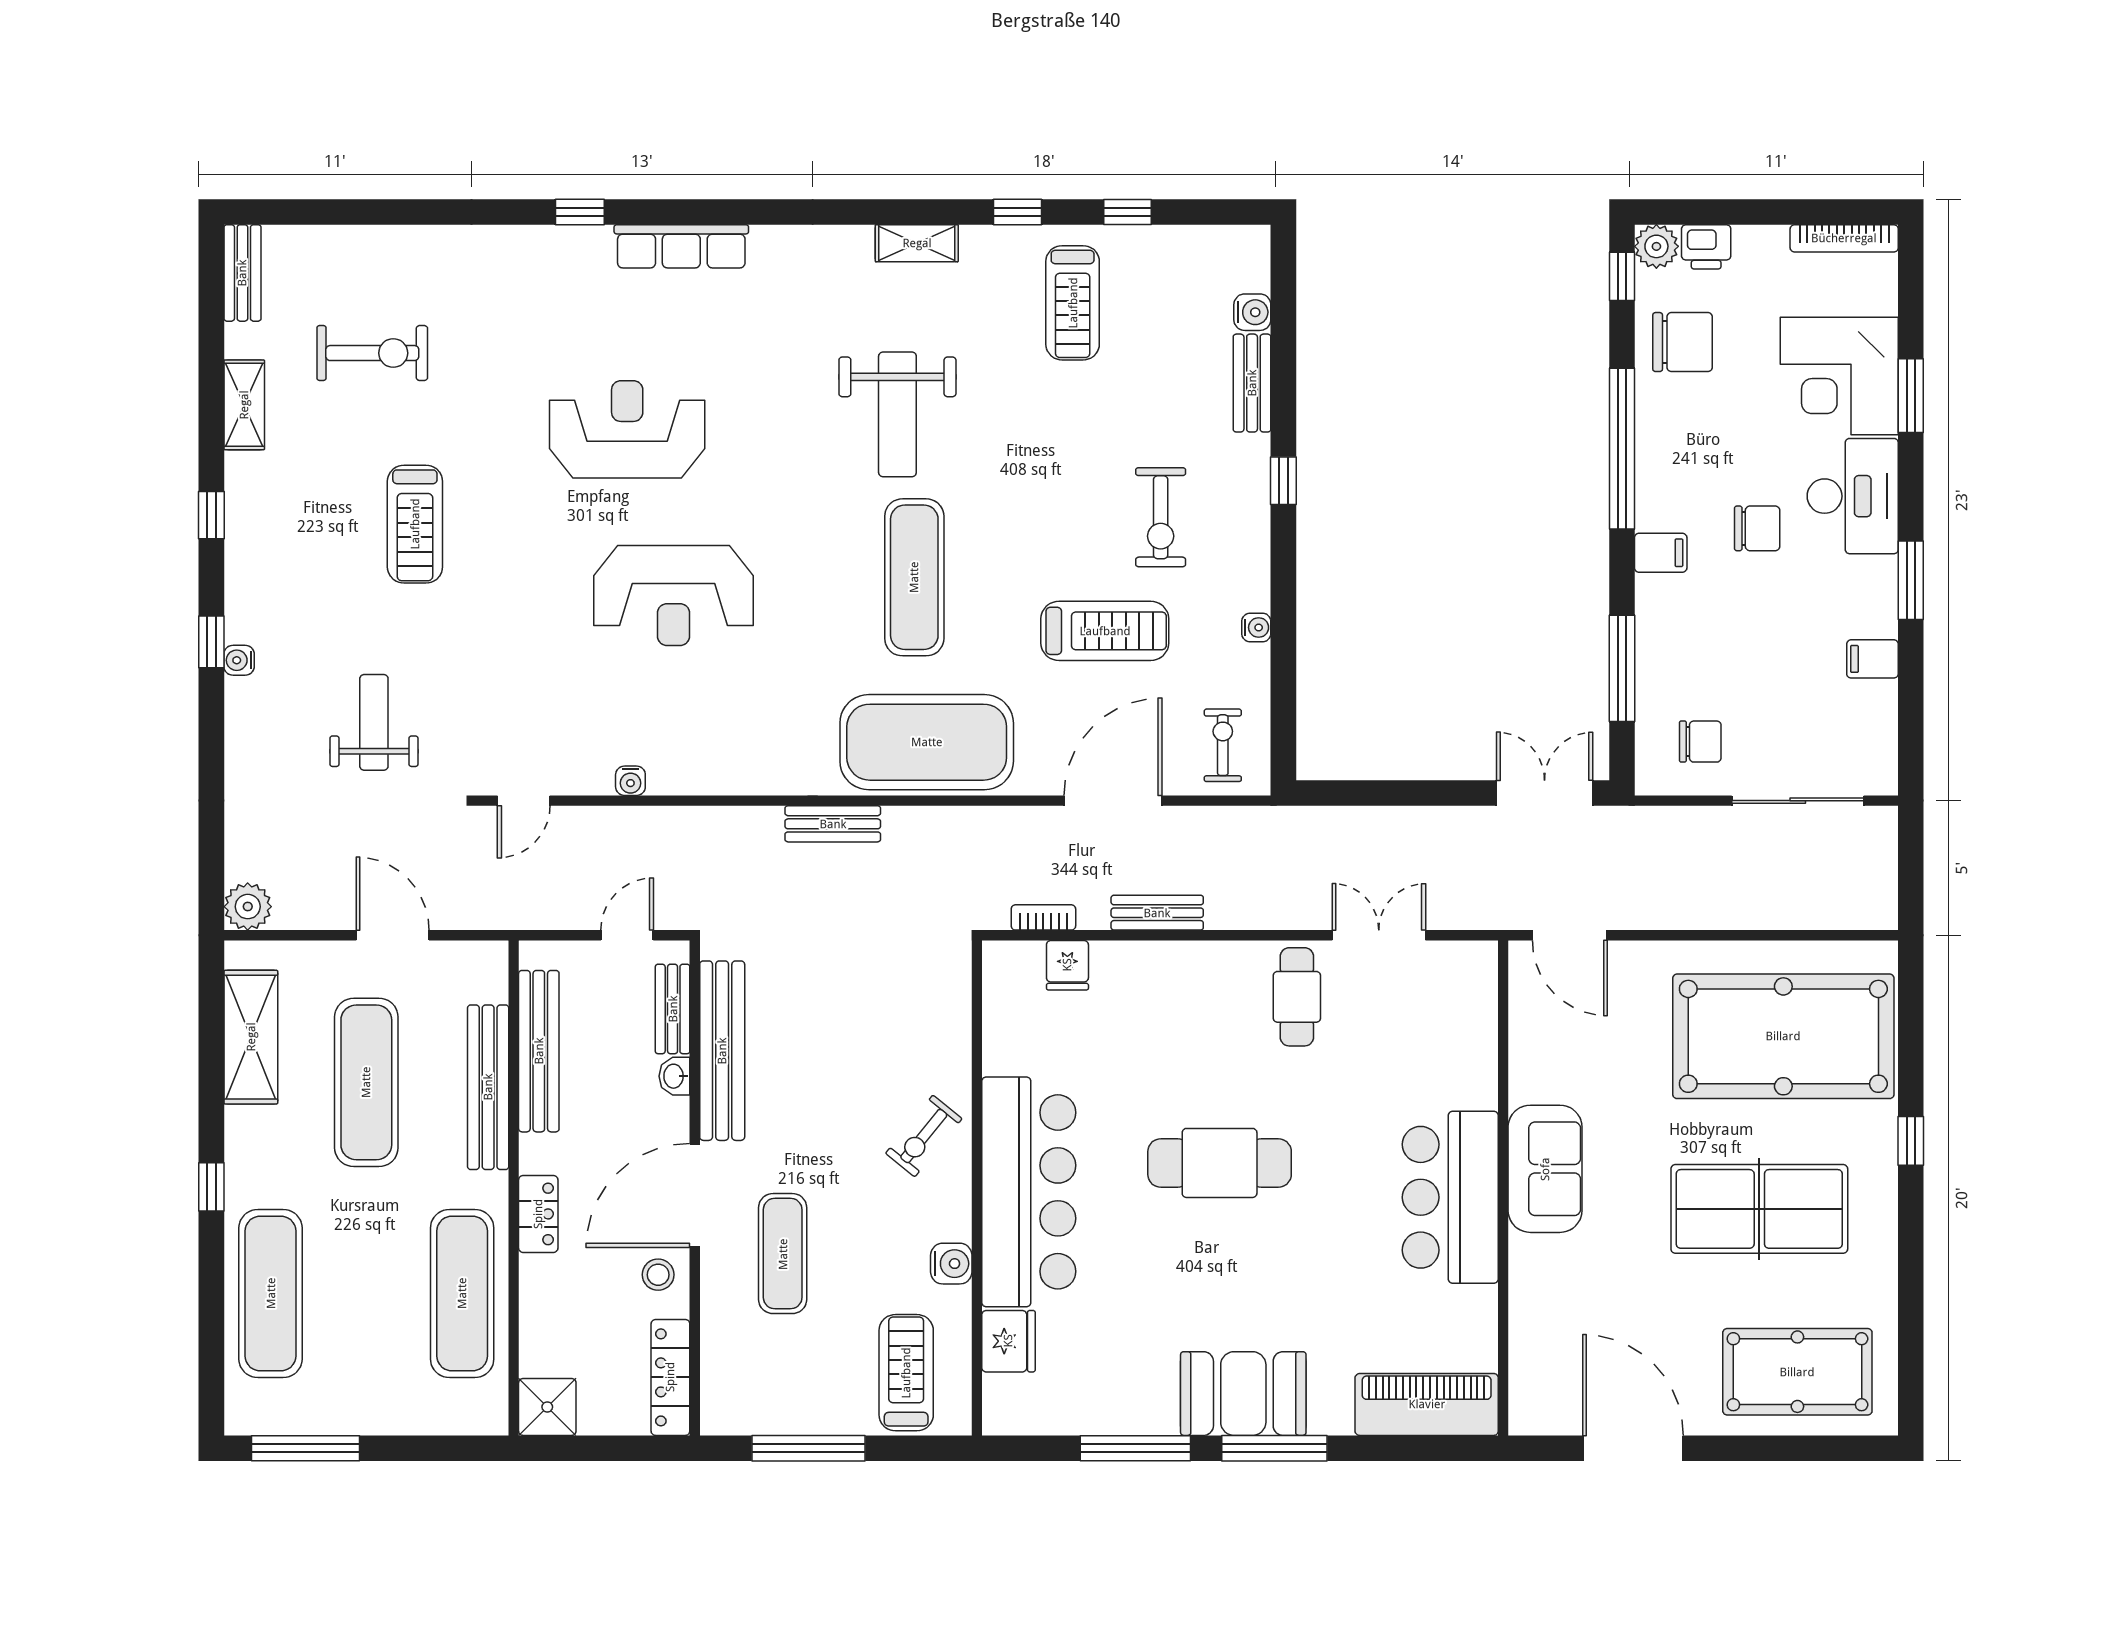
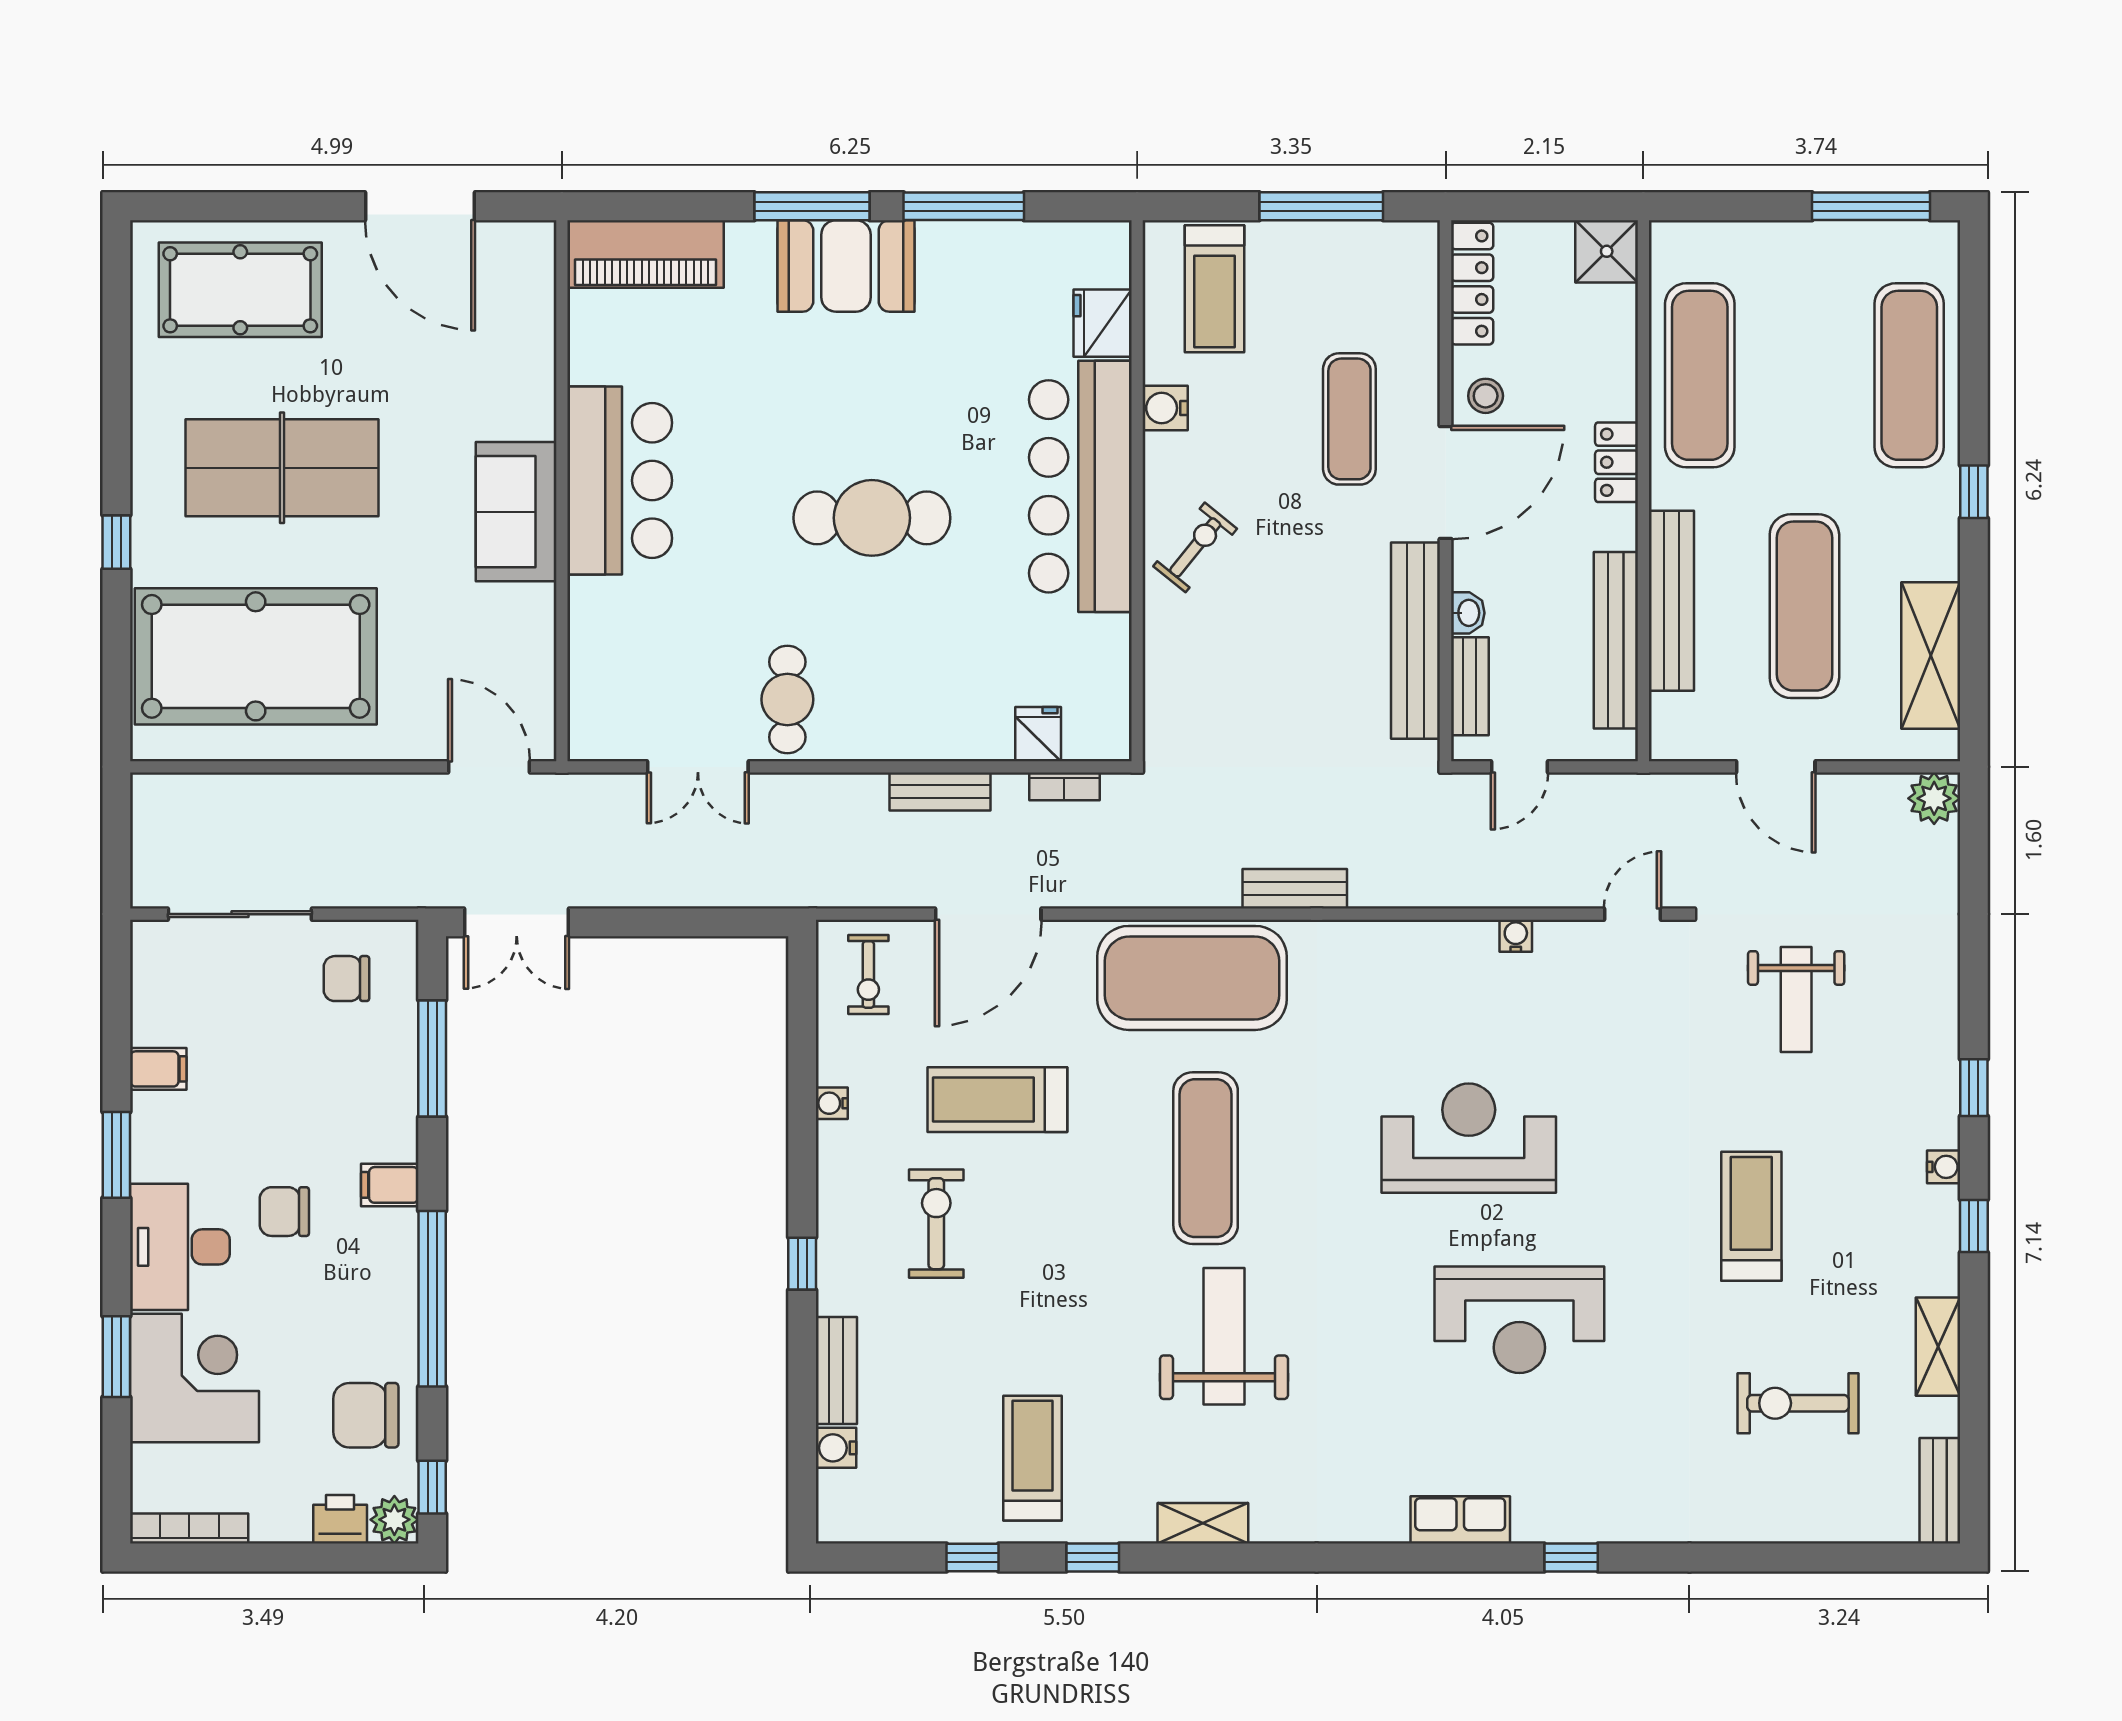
row of seats: (681, 246) -> (1460, 1520), width x0.68
water cooler: (239, 660) -> (1944, 1167), moved

